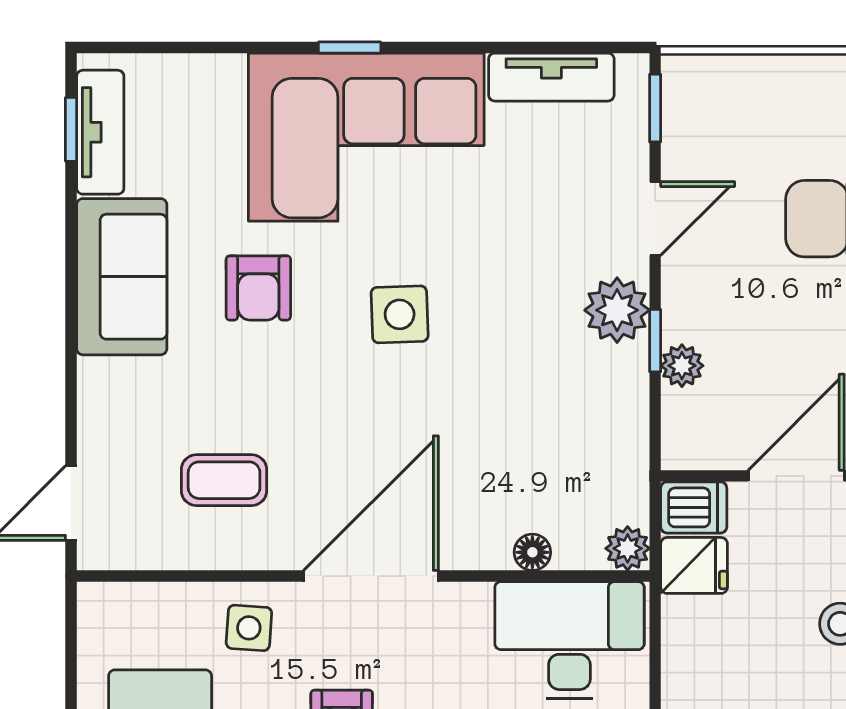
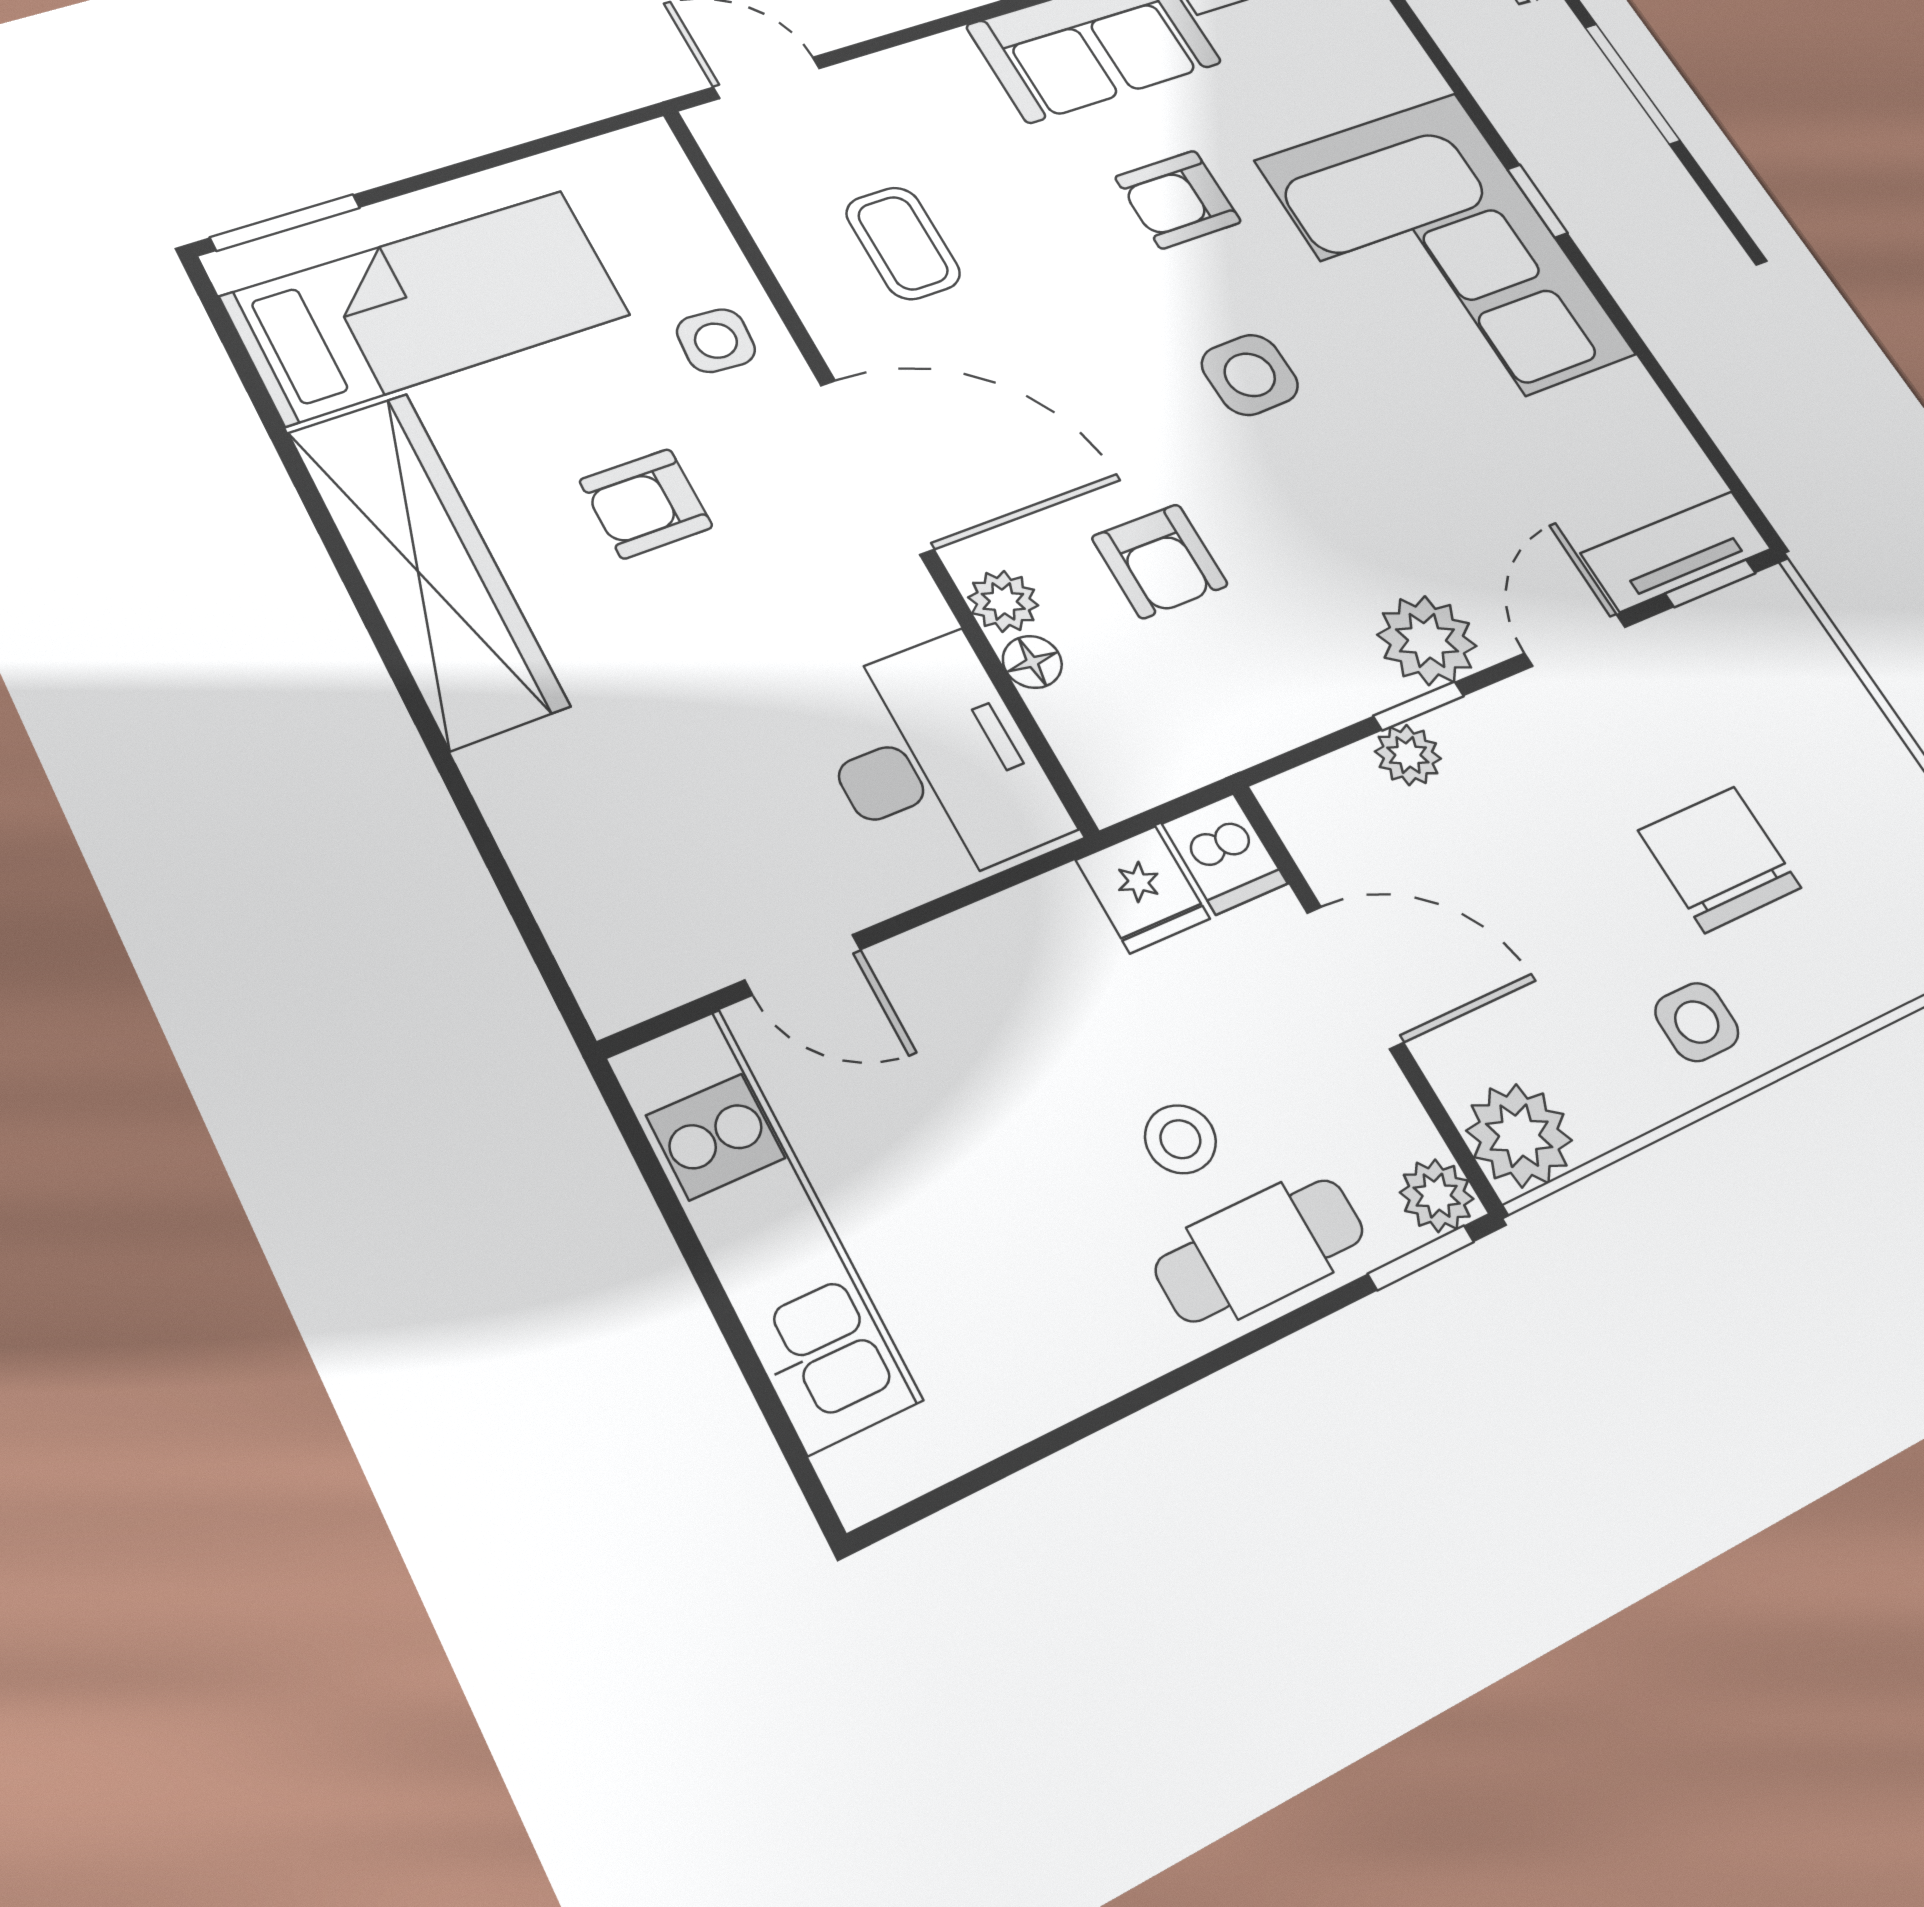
tv unit: (551, 77) -> (1676, 551), moved, turned 90
door: (655, 218) -> (1575, 640), swing flipped
armchair: (500, 442) -> (1160, 561), added
plant: (628, 548) -> (1003, 601), moved

